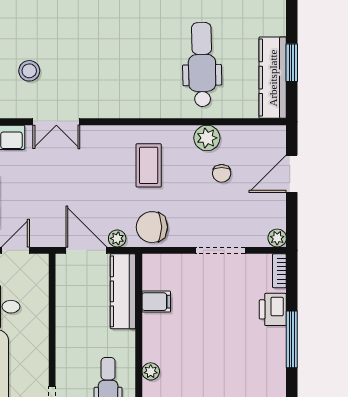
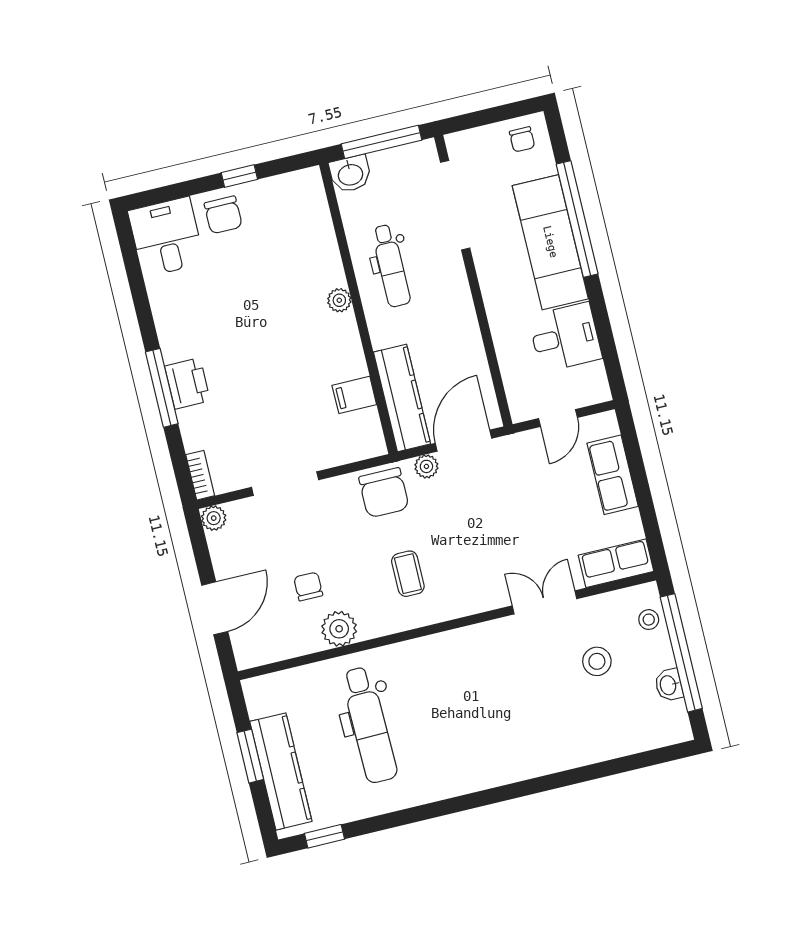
kitchen counter: (273, 78) -> (281, 771), moved
coffee table: (149, 165) -> (408, 574), width x0.73, depth x0.77
chair: (152, 227) -> (384, 493), turned 90
door: (86, 250) -> (463, 441), swing flipped
printer: (273, 309) -> (187, 383), moved

